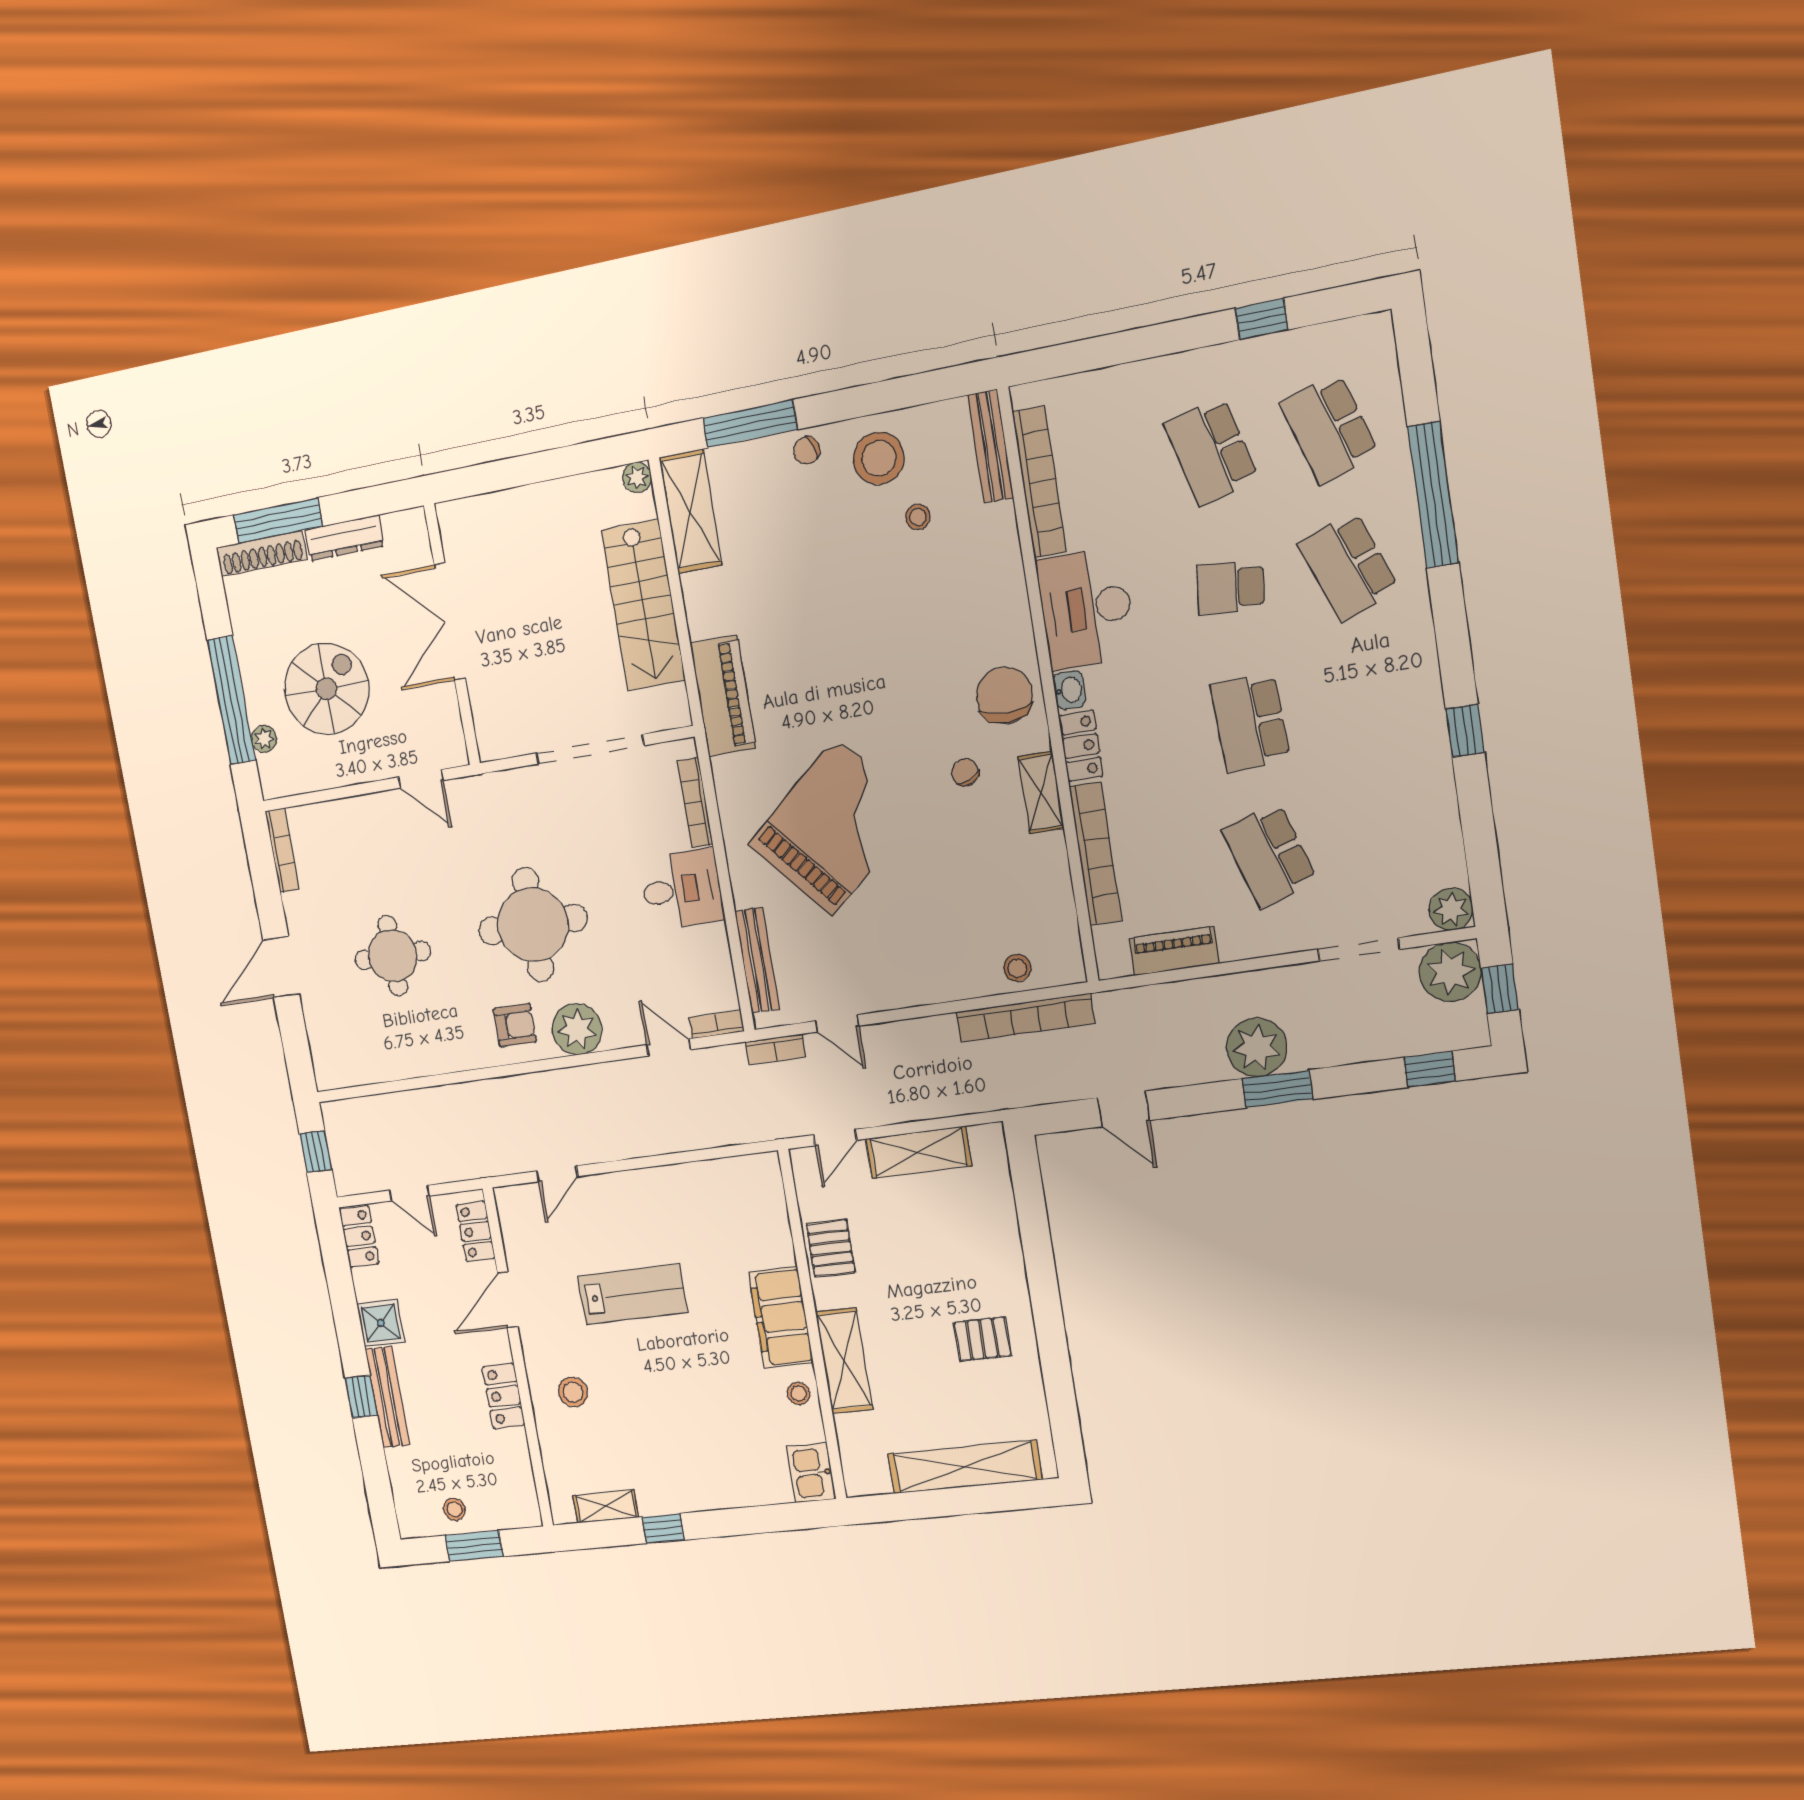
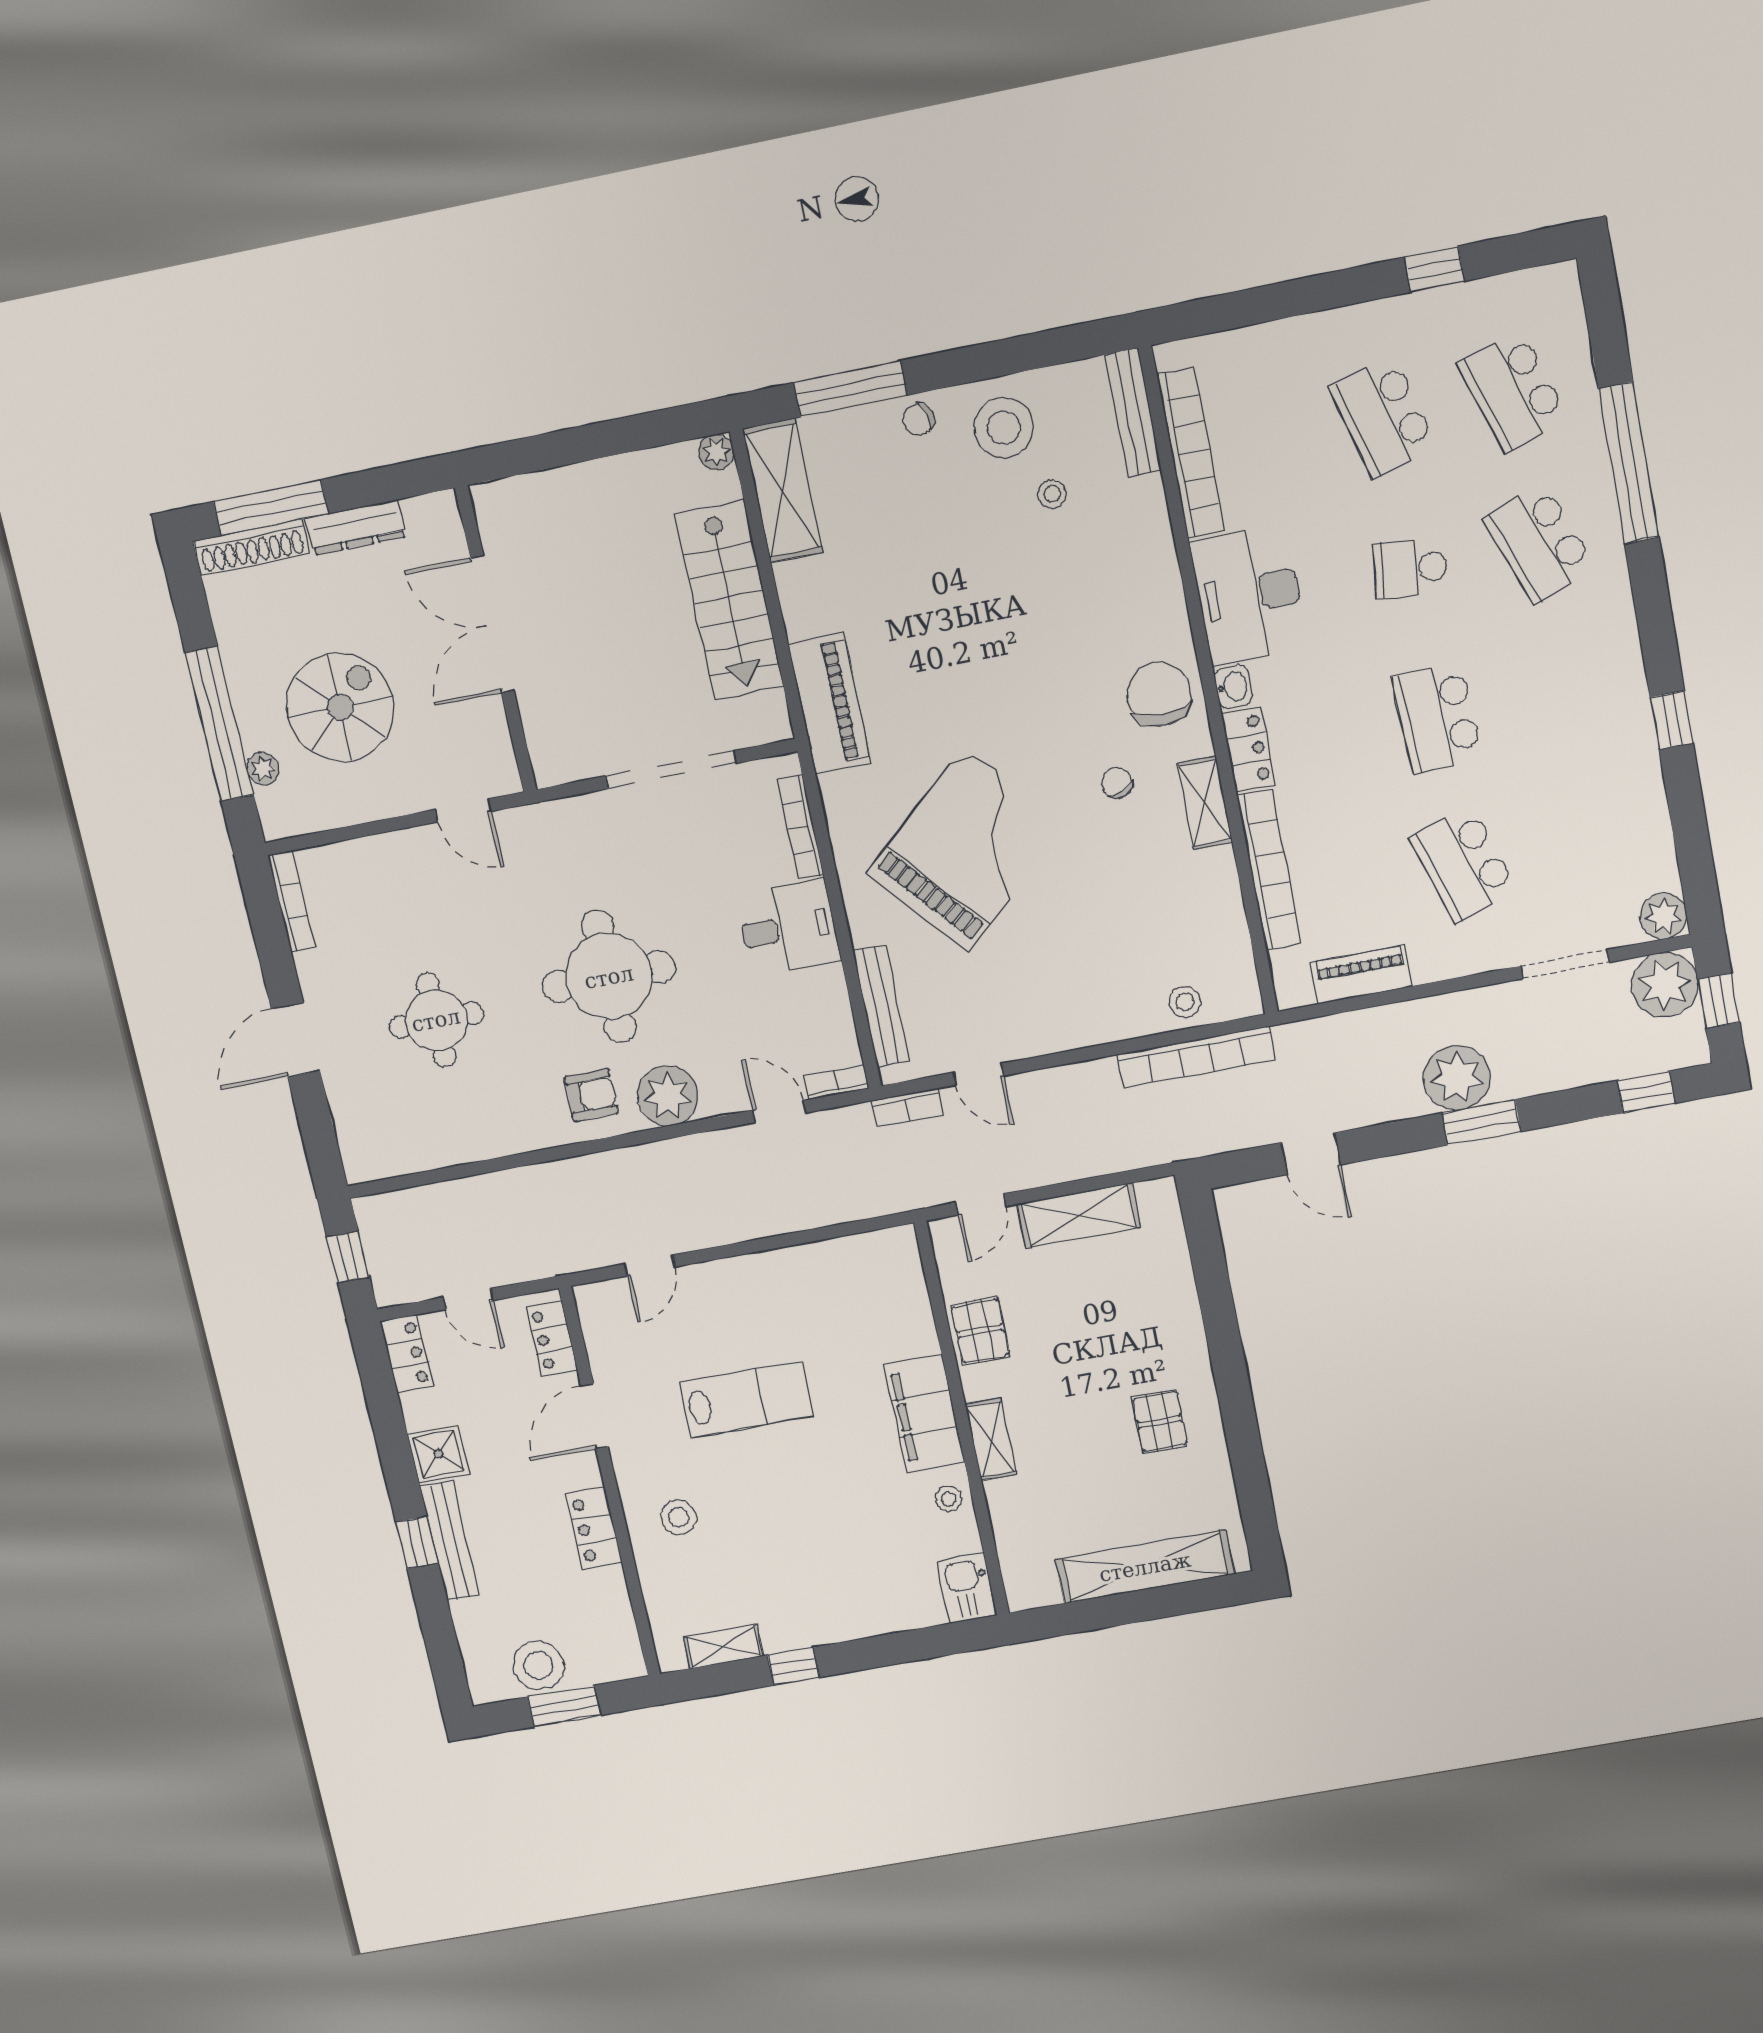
pallet: (982, 1339) -> (1160, 1422), turned 90
shelving: (844, 1361) -> (991, 1440), width x0.67, depth x0.75
stool: (454, 1509) -> (538, 1665), width x1.89, depth x1.89

